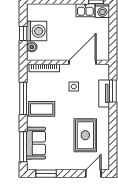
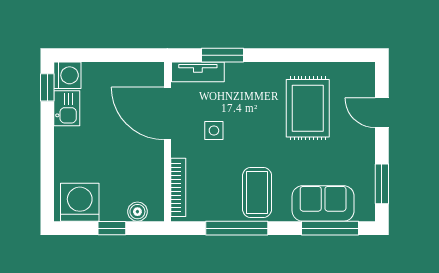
washing machine: (37, 31) -> (80, 202), moved
tv unit: (104, 93) -> (198, 72), moved
rug: (85, 135) -> (308, 108), turned 90
door: (93, 174) -> (382, 113), moved

